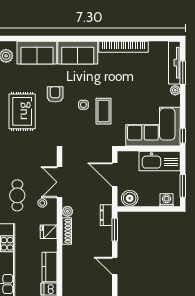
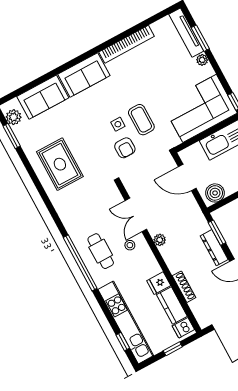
armchair: (55, 94) -> (125, 148), moved, turned 180
dresser: (106, 215) -> (214, 248), moved, width x1.44
shoe rack: (67, 231) -> (184, 287), moved
fridge: (49, 232) -> (159, 283), moved

